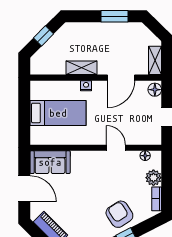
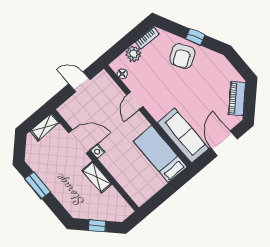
nightstand: (86, 86) -> (98, 151), moved
floor lamp: (155, 90) -> (67, 109), removed
bed: (58, 113) -> (160, 154), moved
sofa: (50, 162) -> (183, 135), width x1.36

